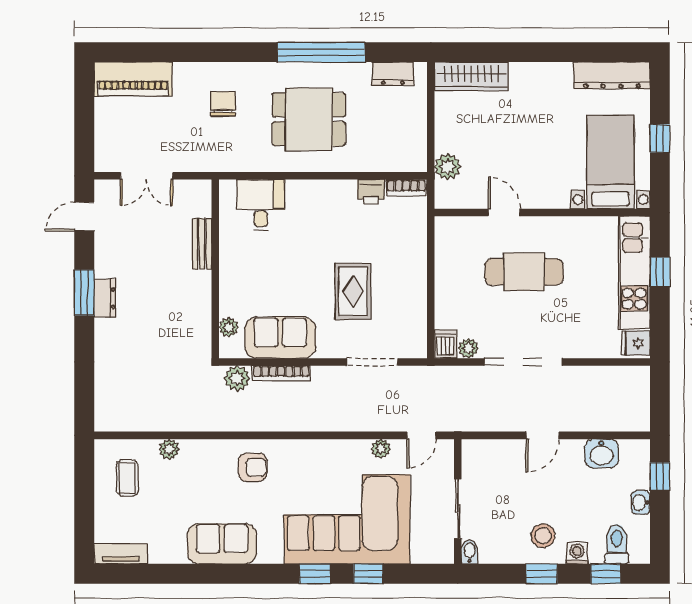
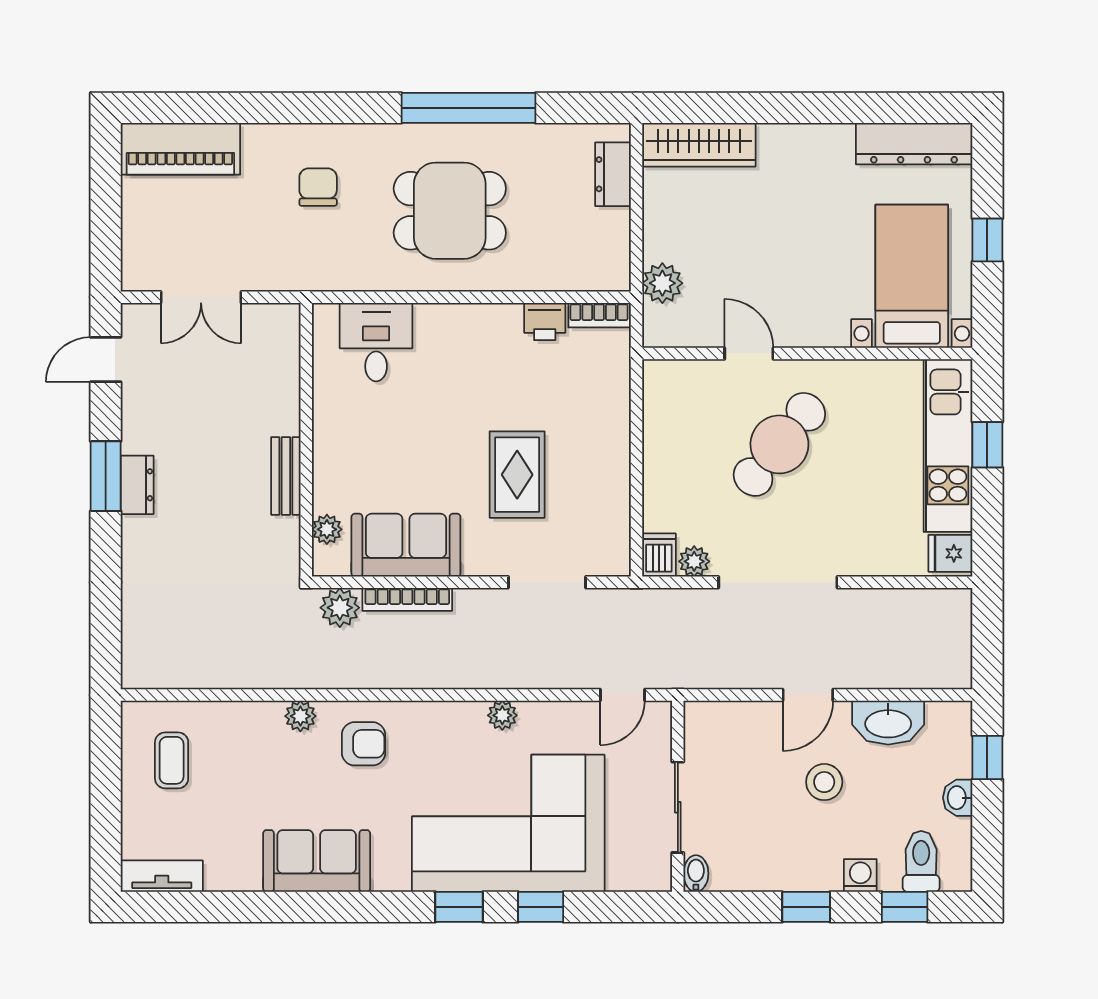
dresser: (393, 74) -> (613, 174), moved, turned 90
bench: (202, 244) -> (286, 476), moved
cafe table: (524, 272) -> (779, 444), turned -51
plant: (169, 449) -> (300, 716), moved
plant: (381, 449) -> (502, 715), moved
washbasin: (602, 453) -> (888, 723), width x1.38
stool: (543, 536) -> (824, 782), moved

